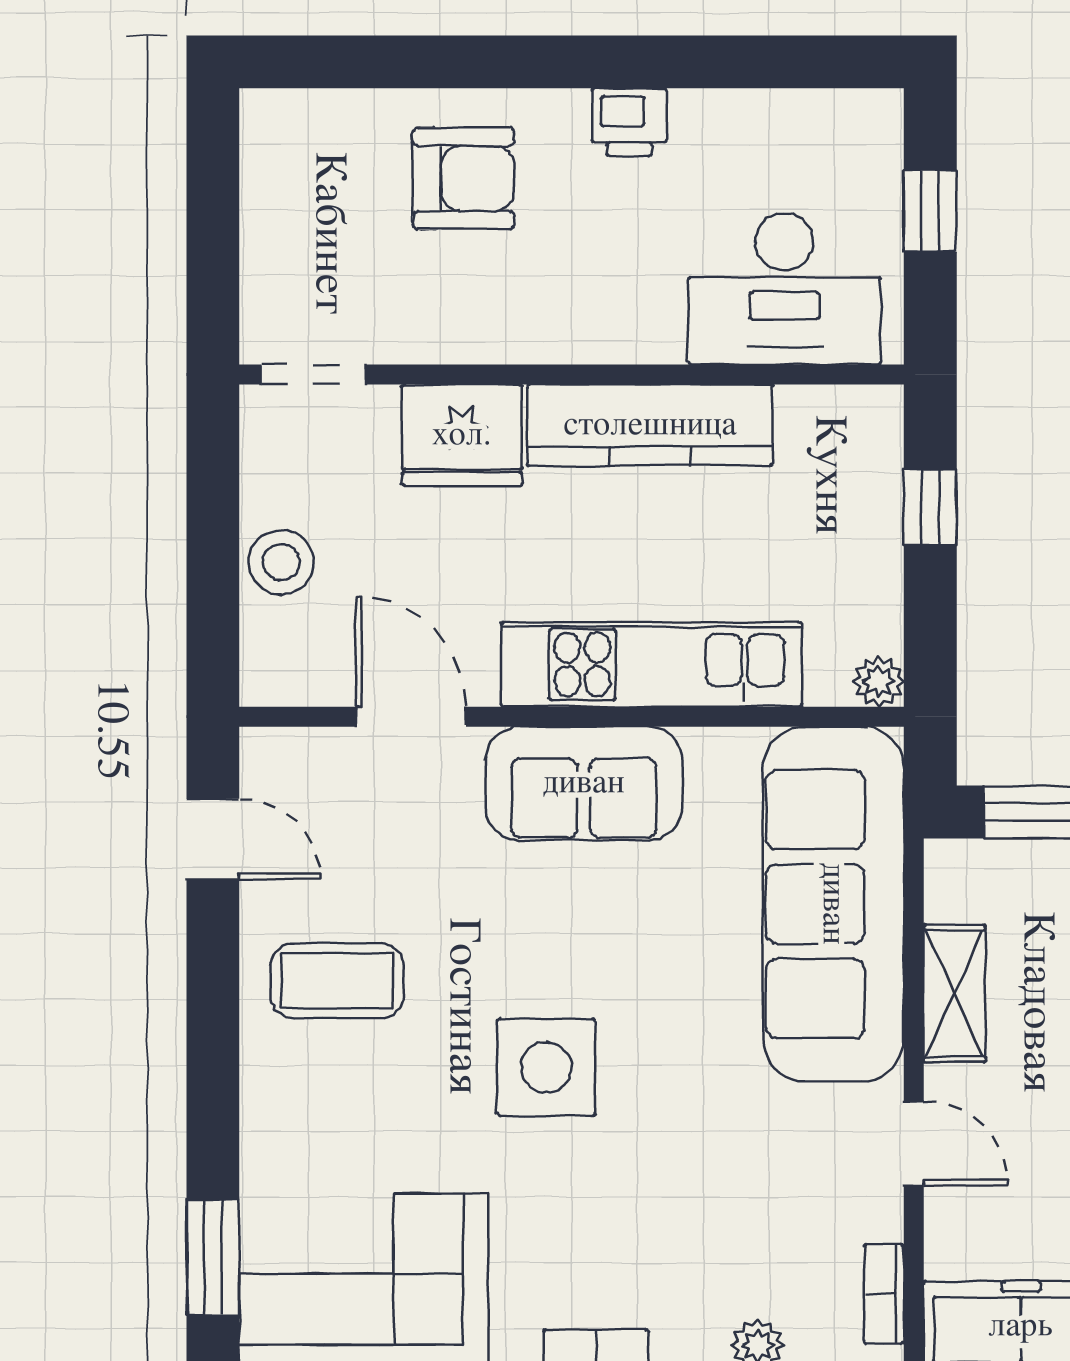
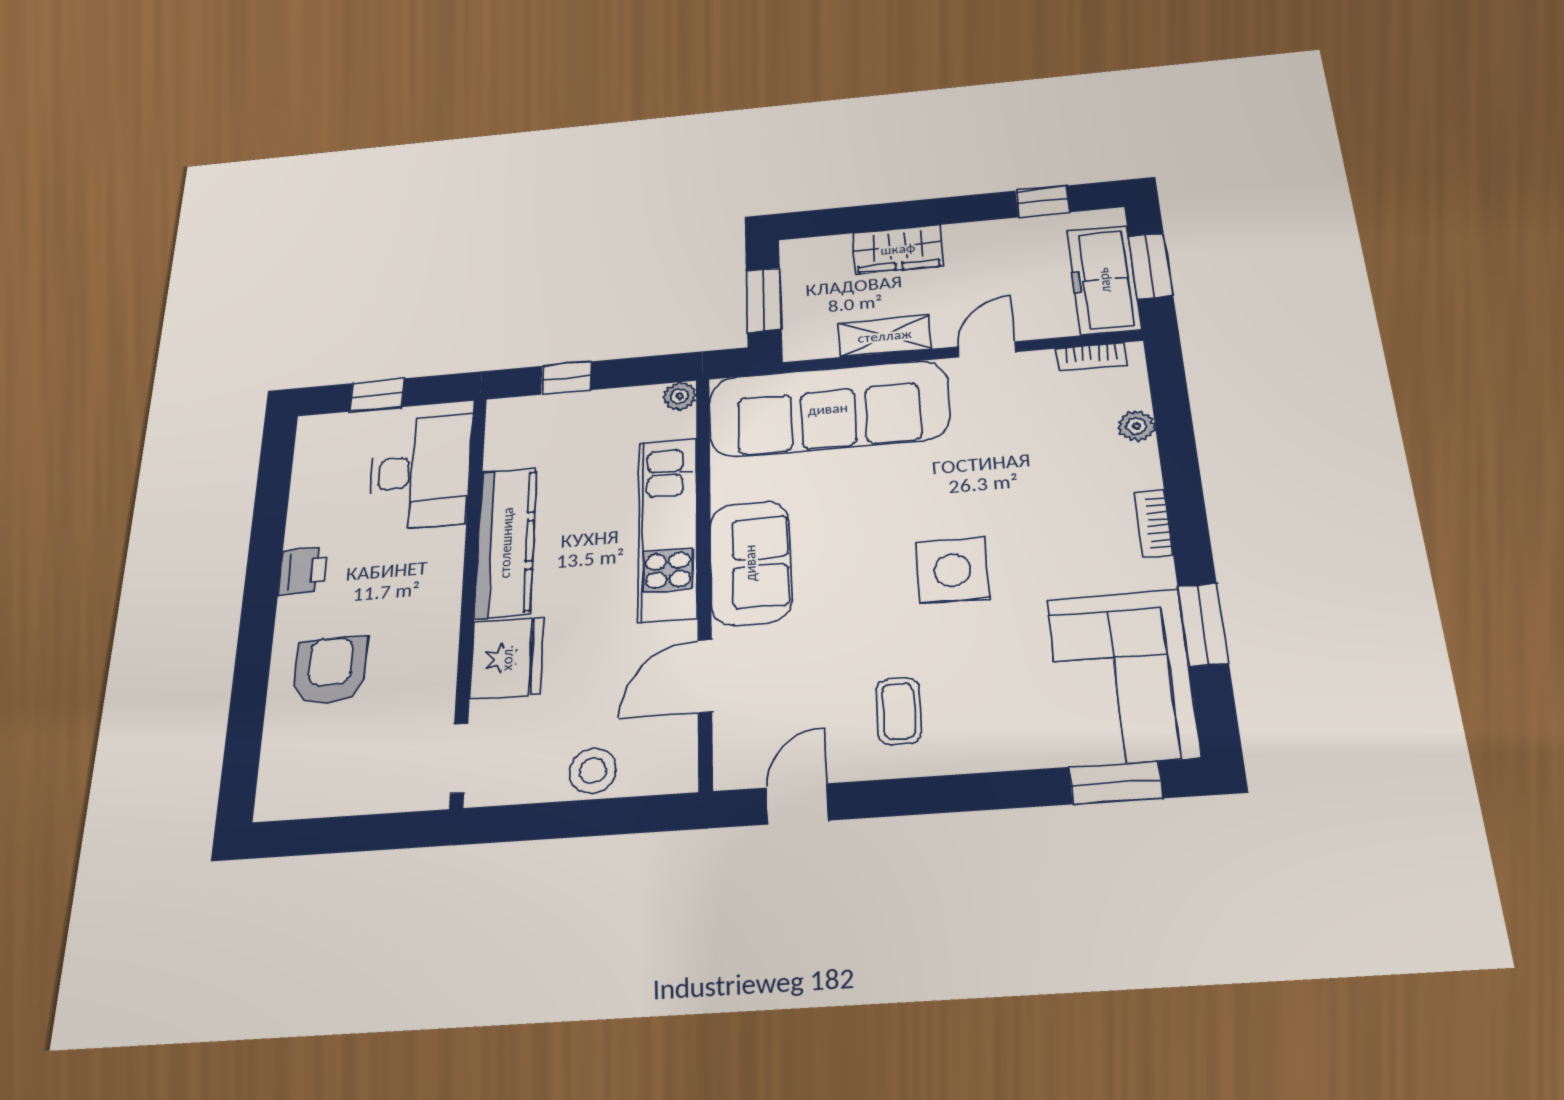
coffee table: (337, 981) -> (899, 711), width x0.73, depth x0.77

